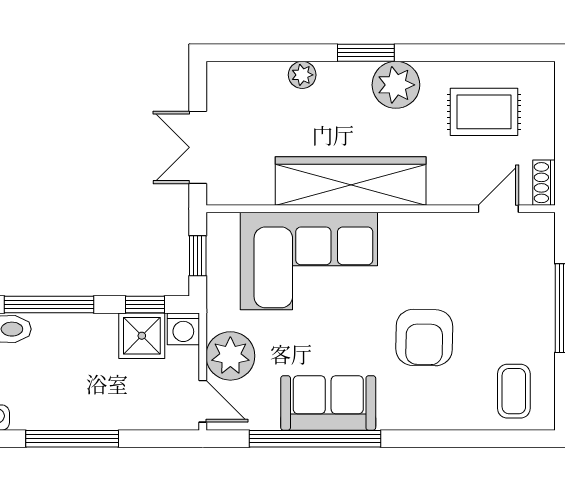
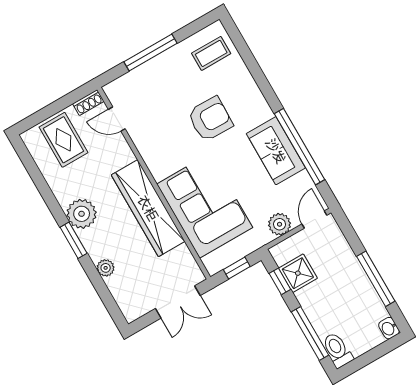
rug: (484, 112) -> (63, 140), moved
washing machine: (183, 329) -> (281, 253), removed
plant: (230, 356) -> (280, 224), width x0.73, depth x0.73

